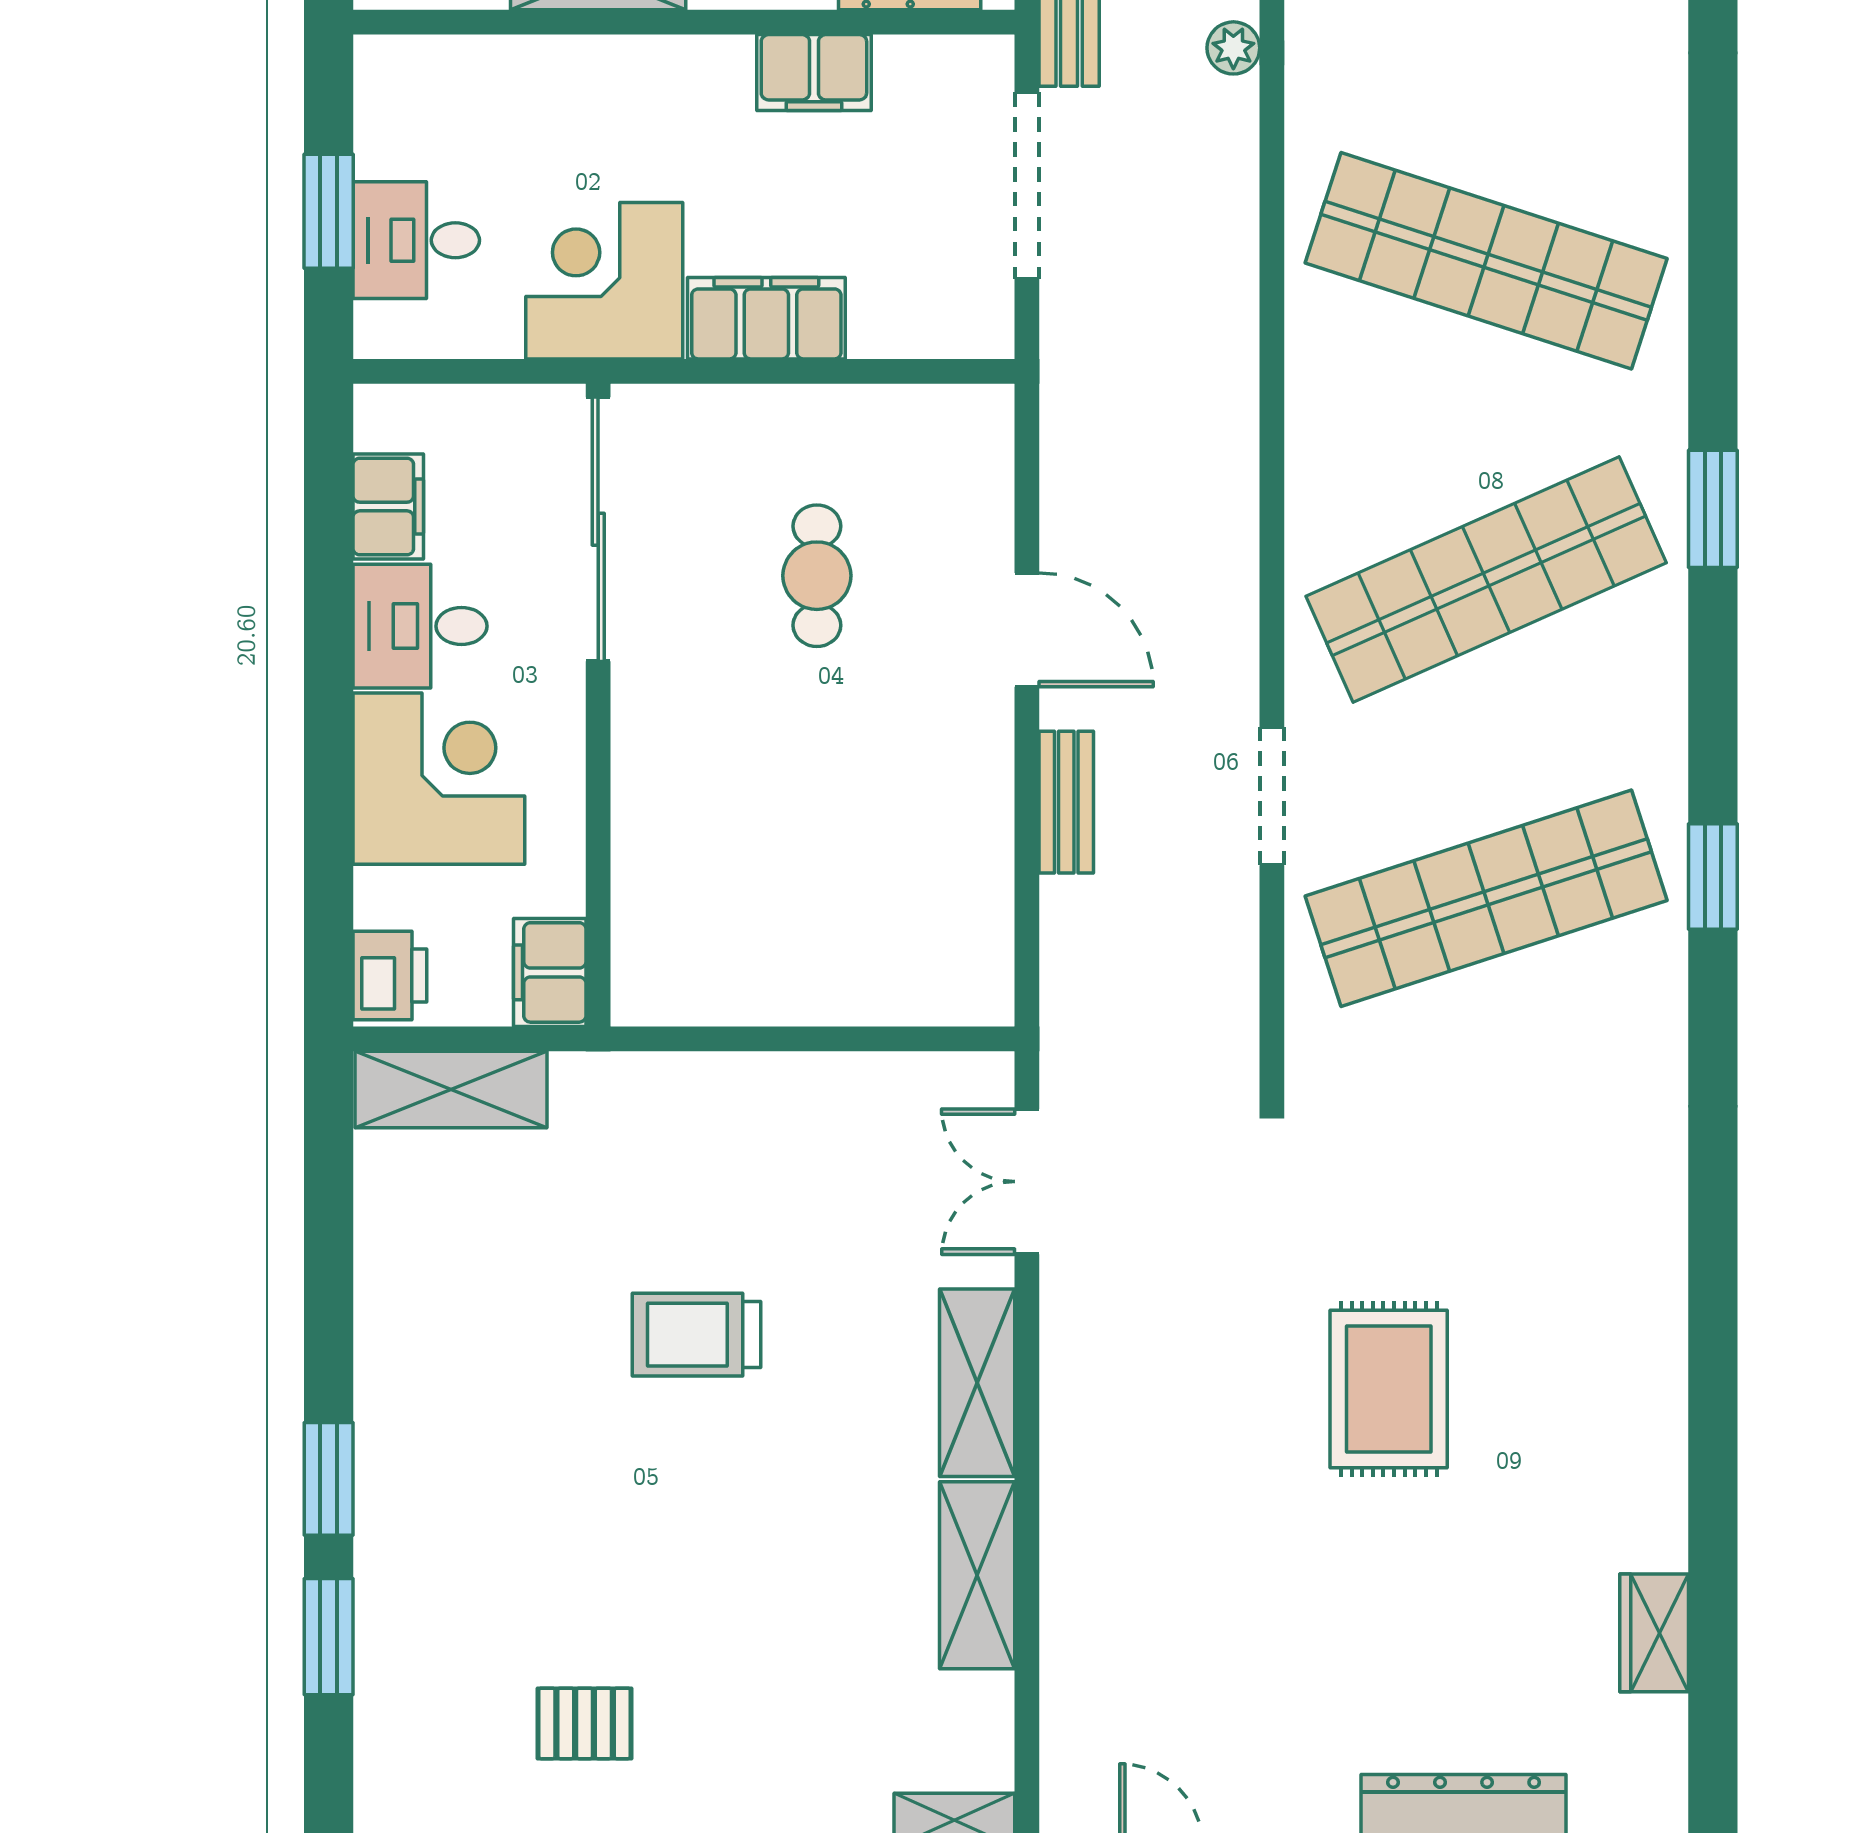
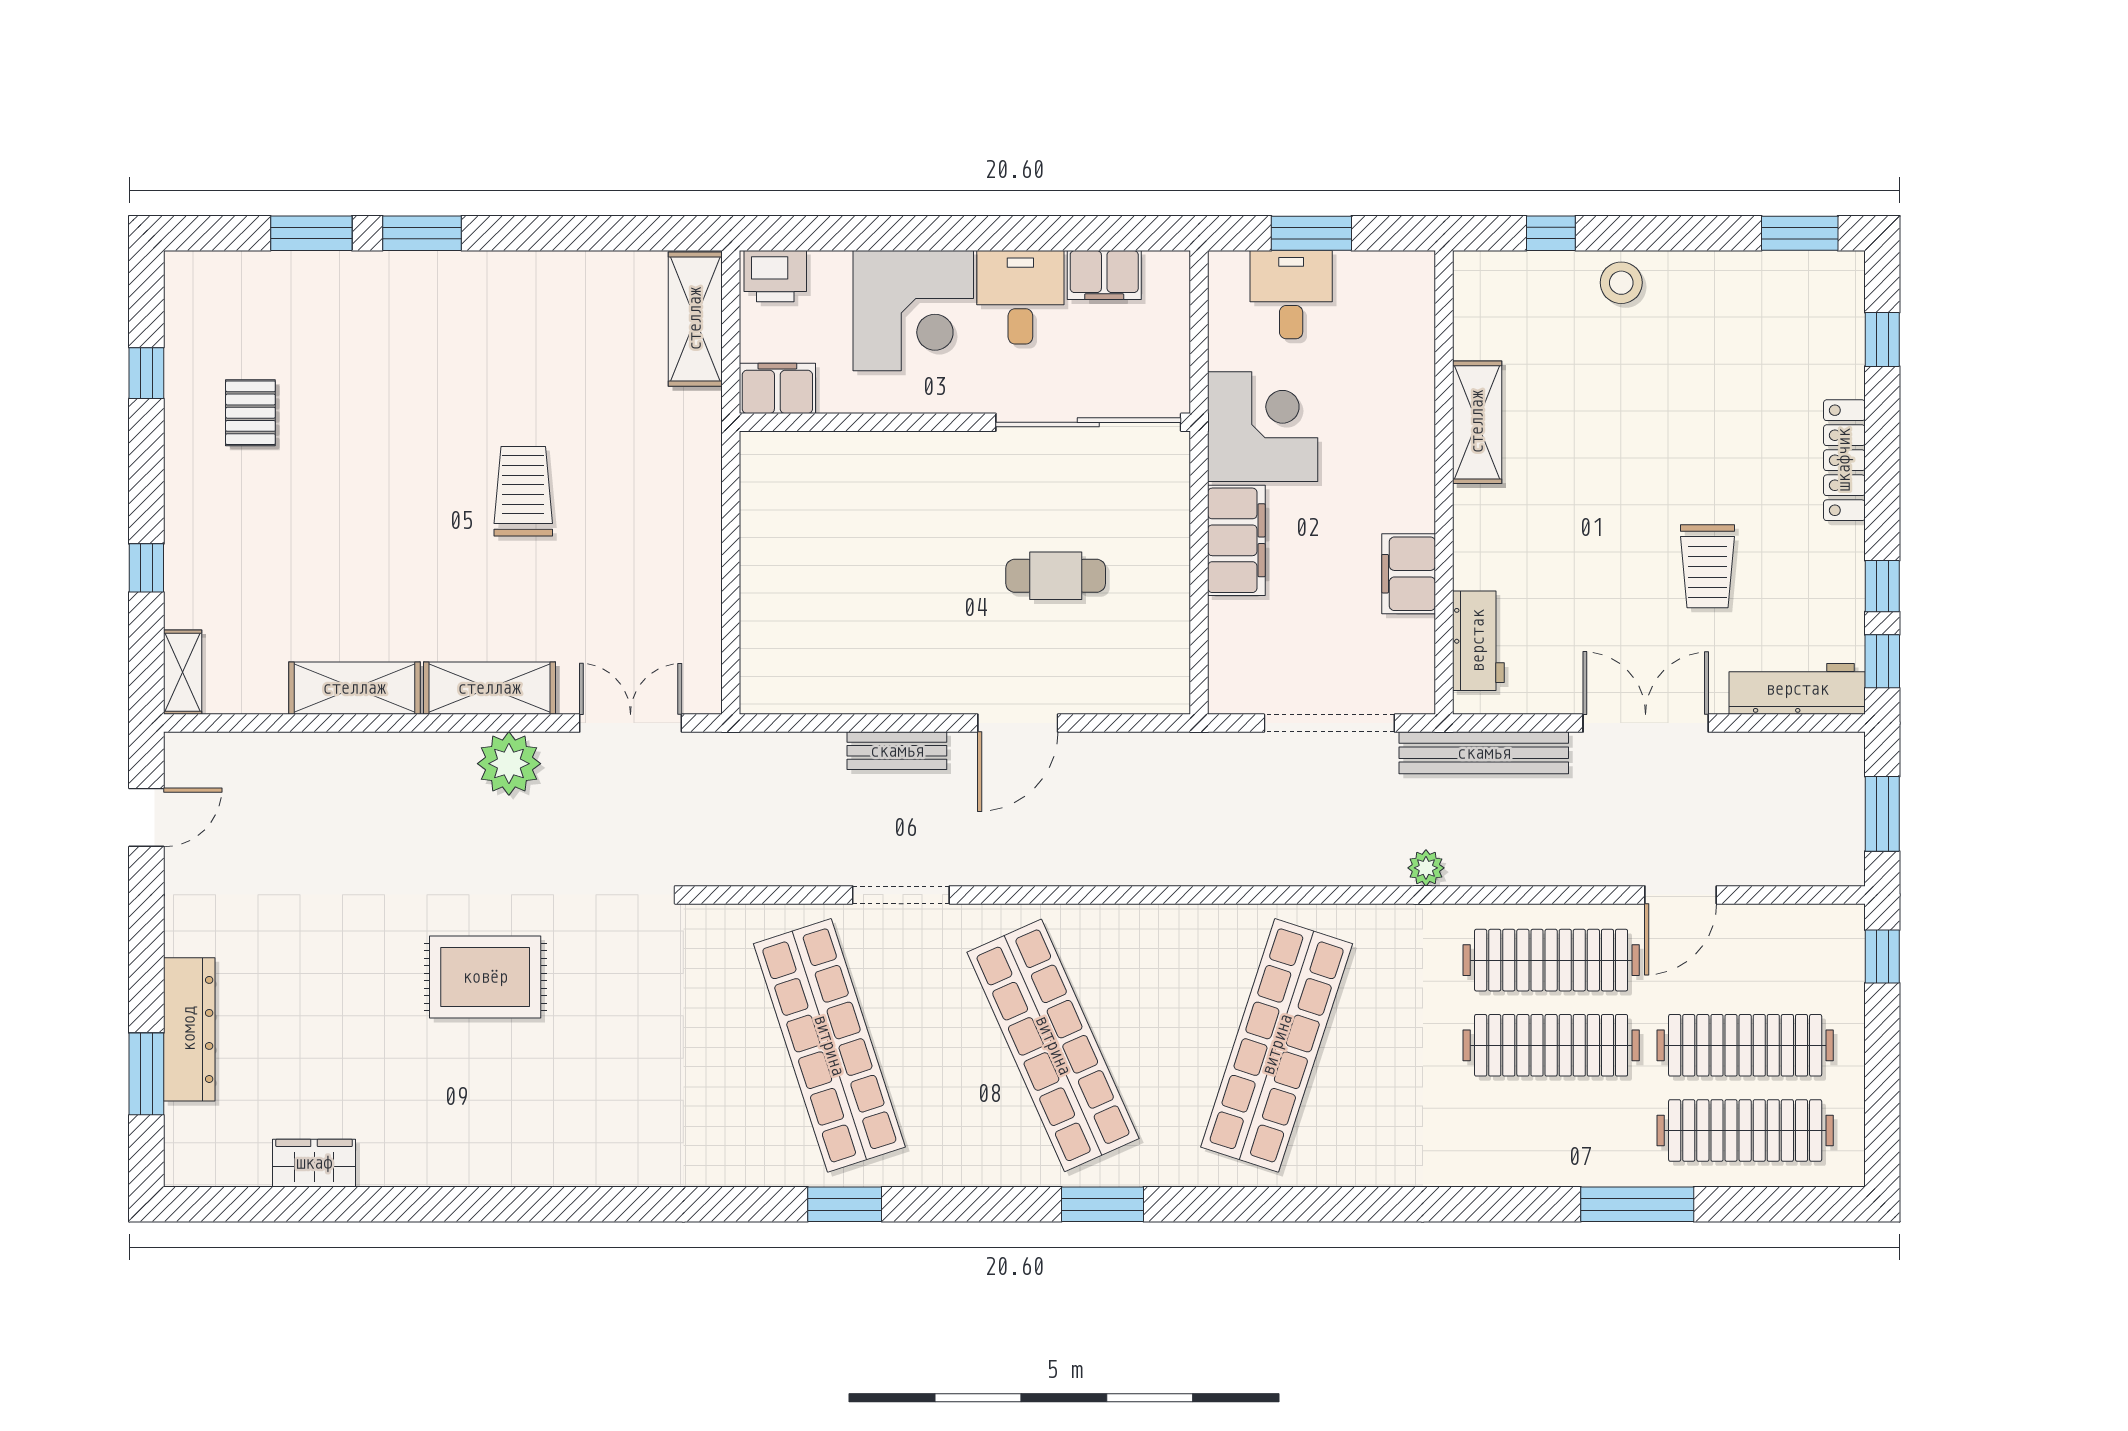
plant: (1085, 1355) -> (509, 764), added

